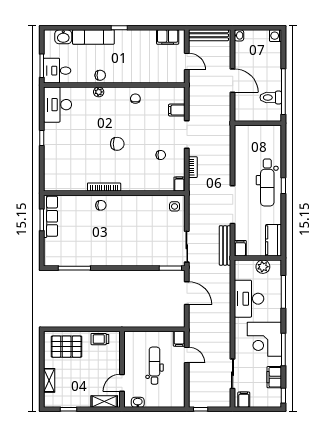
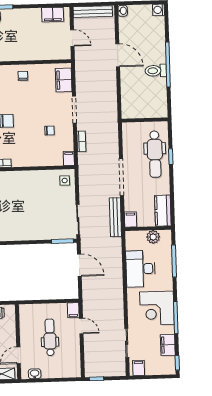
filing cabinet: (177, 110) -> (64, 80), width x2.00
wall: (258, 123) -> (145, 120), moved

